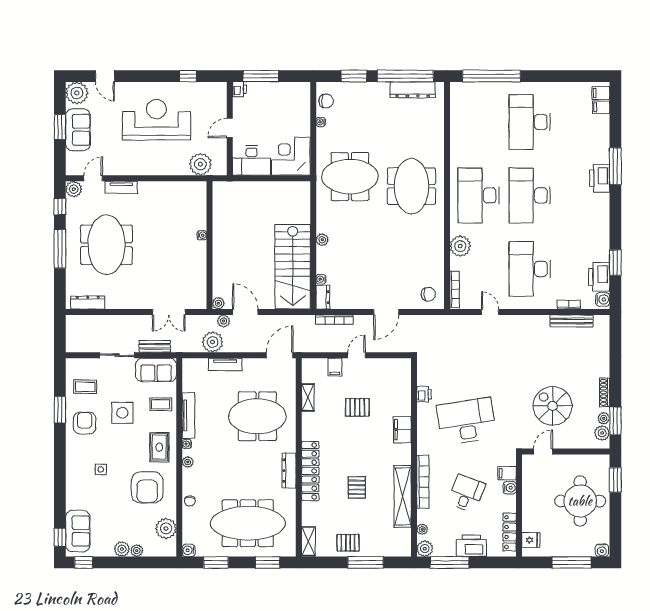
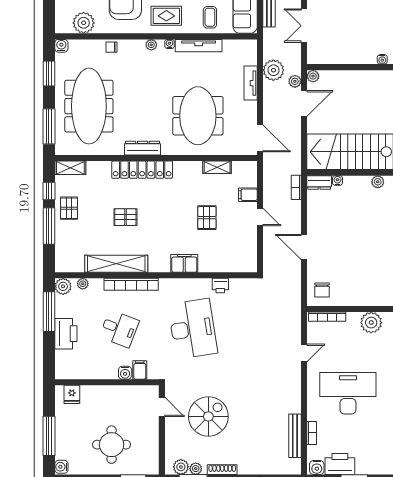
bookcase: (334, 320) -> (296, 187), width x0.64
round table: (580, 501) -> (112, 445), width x0.73, depth x0.73
locker: (510, 532) -> (80, 373), removed
window: (268, 562) -> (49, 126), width x1.44
window: (331, 562) -> (49, 191), added

